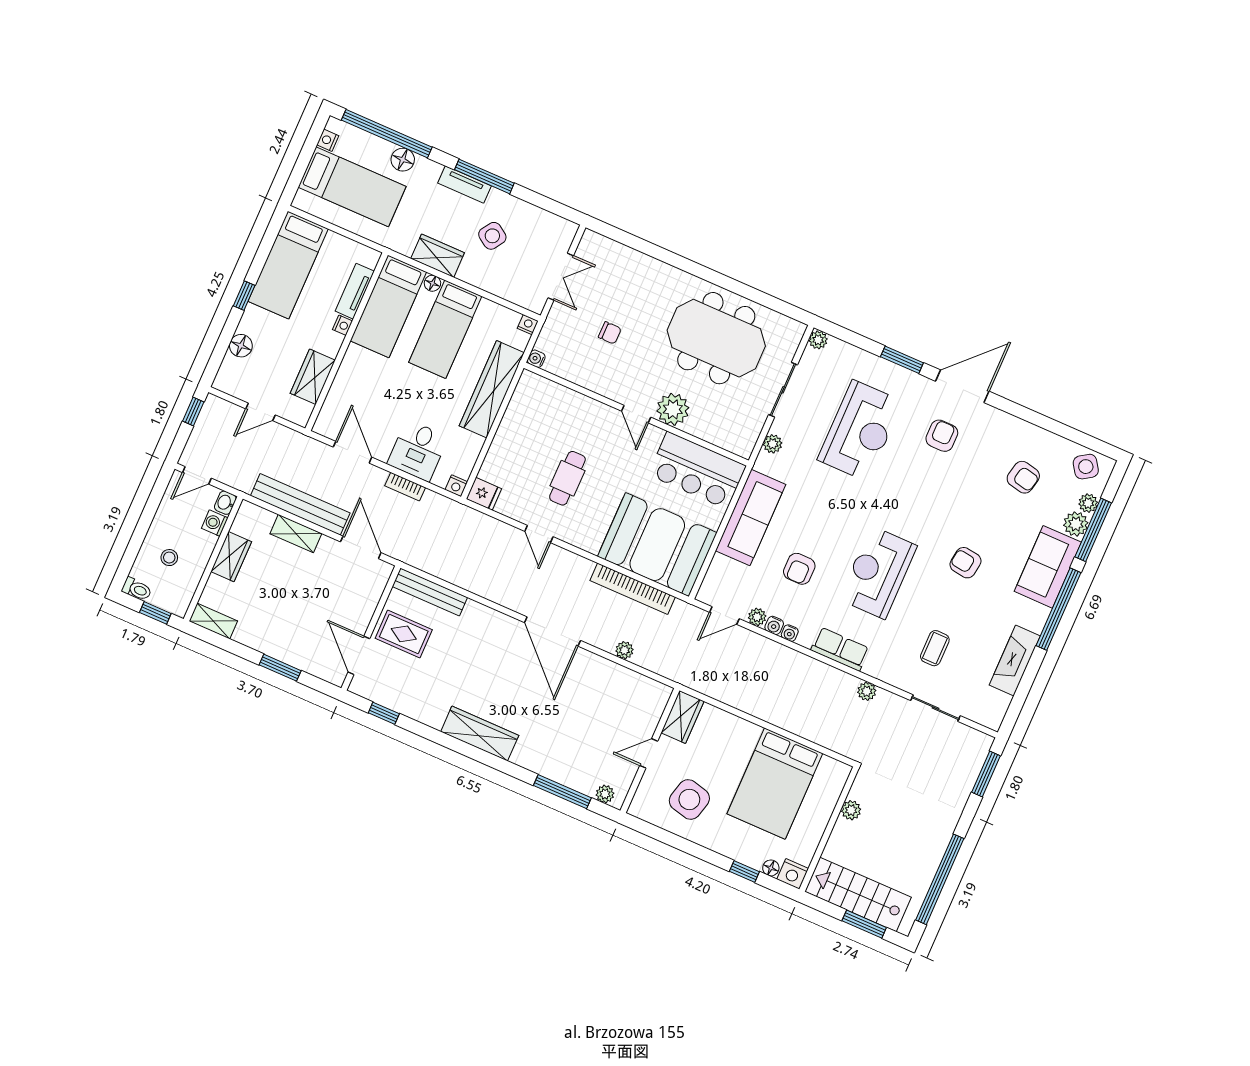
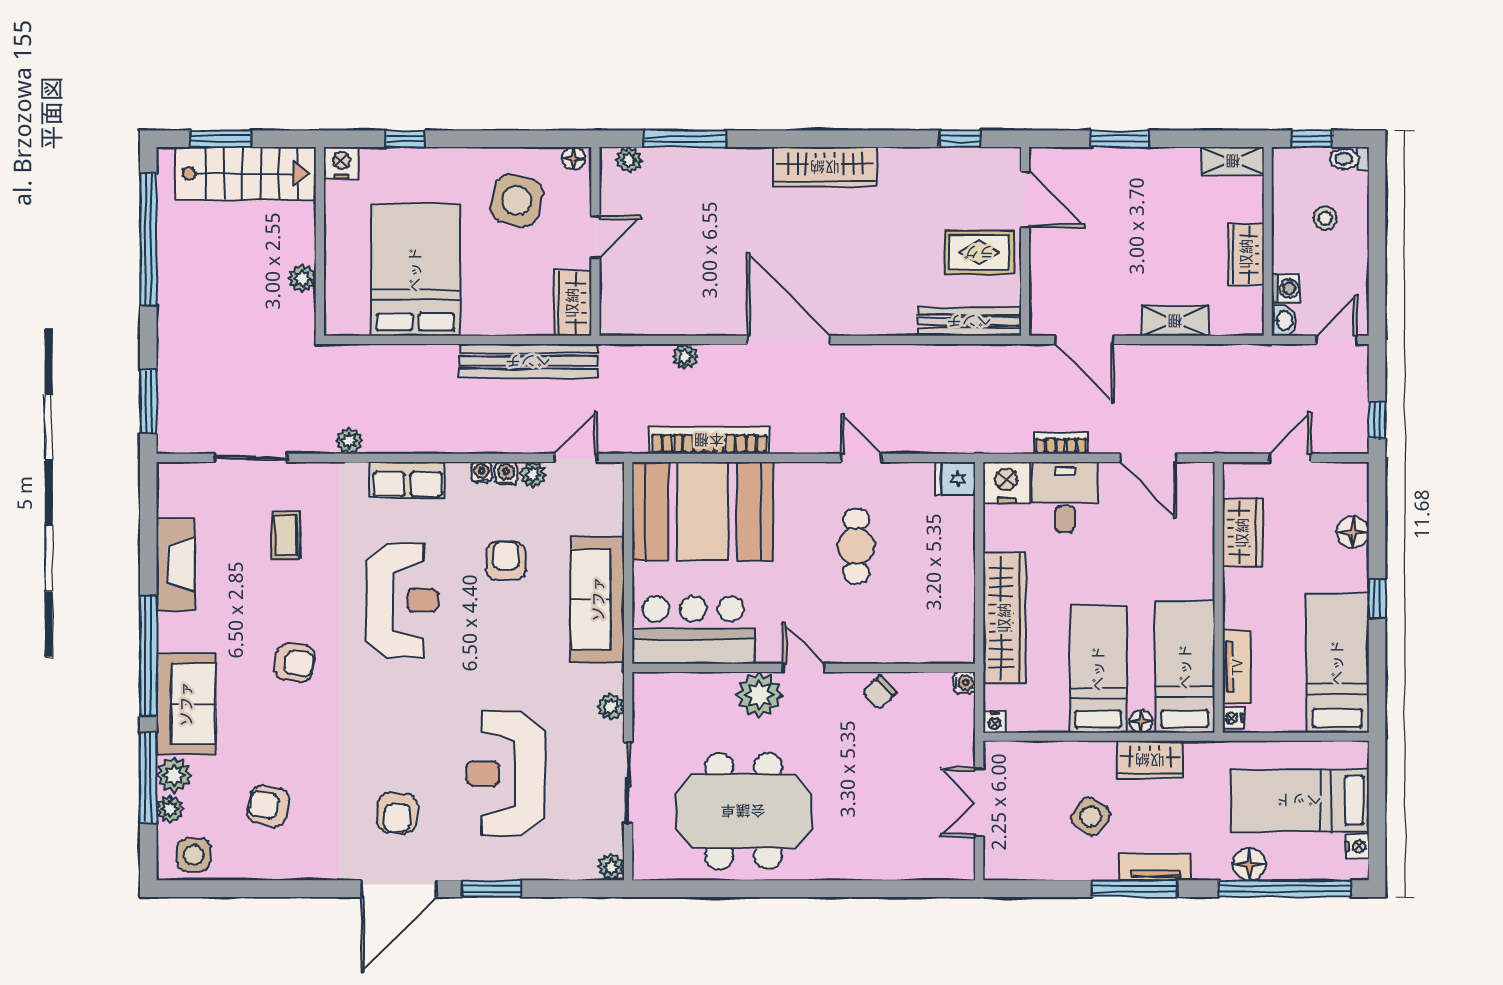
nightstand: (343, 325) -> (1233, 718), moved
chair: (610, 333) -> (879, 692), moved, turned -44
side table: (1086, 467) -> (194, 855), turned 34
nightstand: (456, 486) -> (1006, 483), width x1.89, depth x1.79
bench: (300, 504) -> (528, 361), moved
floor lamp: (771, 868) -> (573, 158), moved

